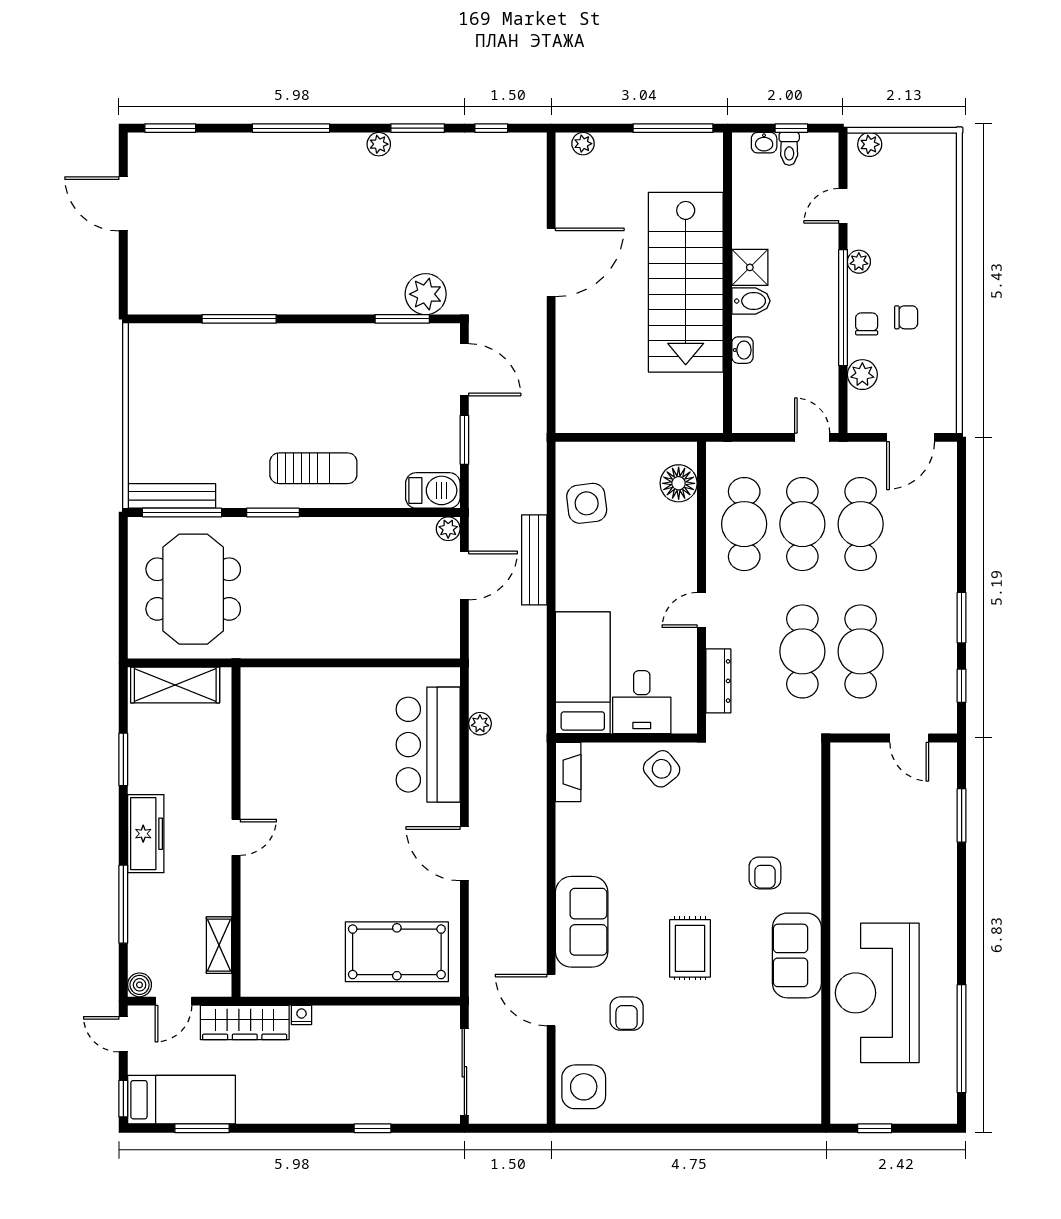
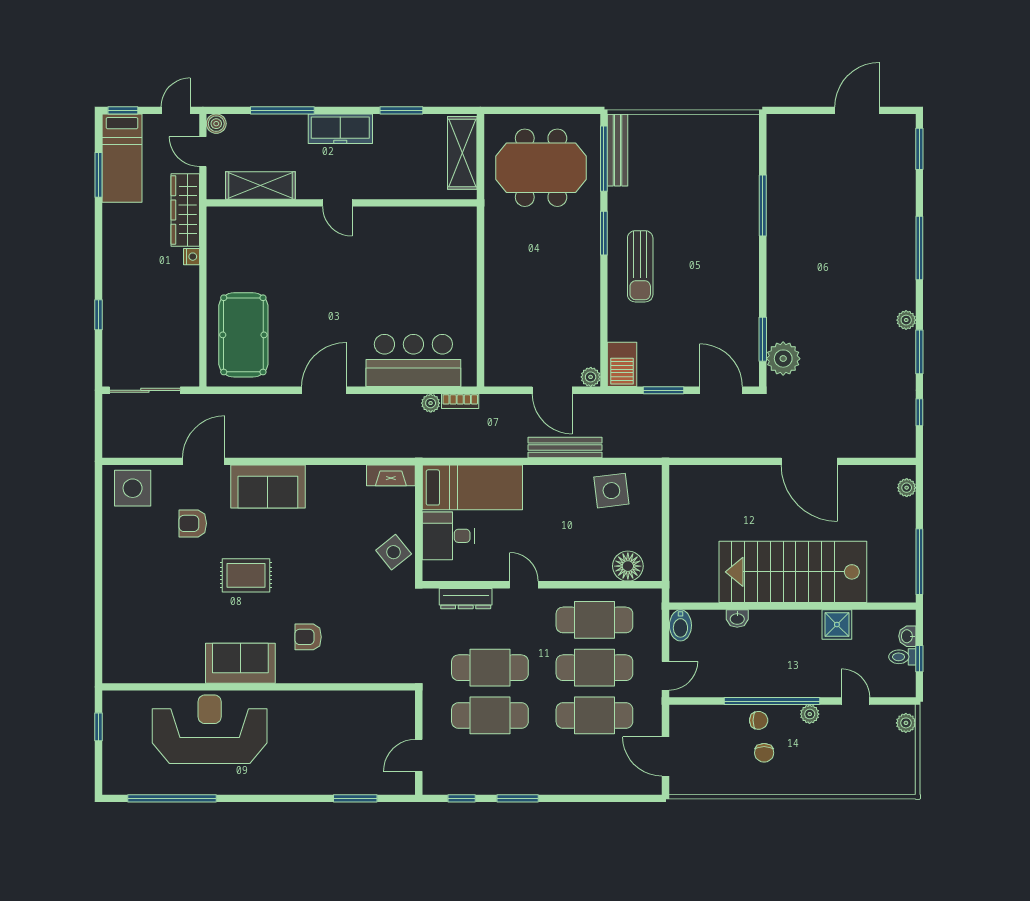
shower: (750, 267) -> (837, 625), moved
bidet: (751, 301) -> (680, 625), moved
door: (464, 370) -> (721, 390), swing flipped
plant: (862, 375) -> (717, 717), removed
bookcase: (478, 688) -> (460, 401), added
shelving: (219, 945) -> (260, 185), width x1.50, depth x1.33

